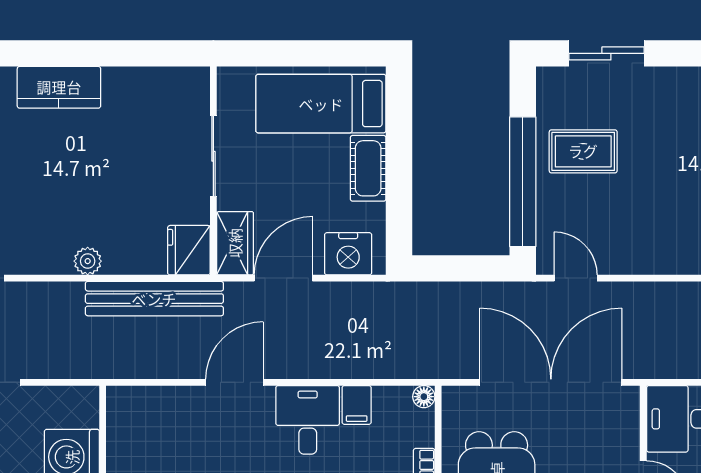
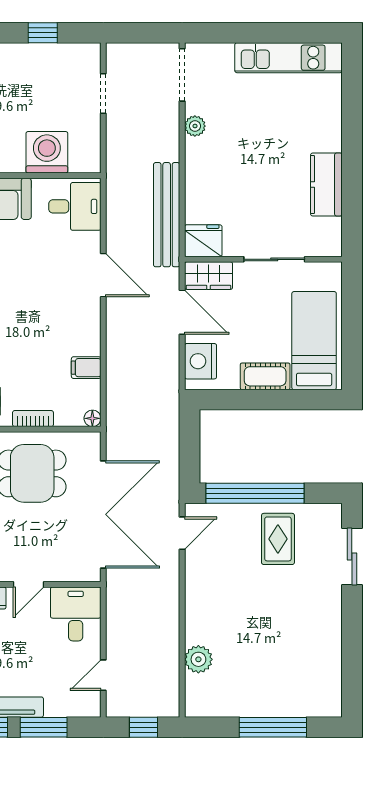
kitchen counter: (59, 87) -> (326, 185), moved
plant: (88, 261) -> (195, 126), moved
desk: (308, 420) -> (75, 206), moved

